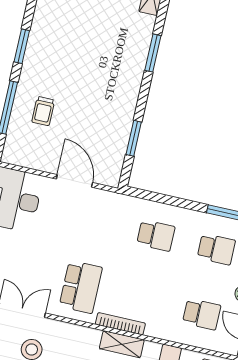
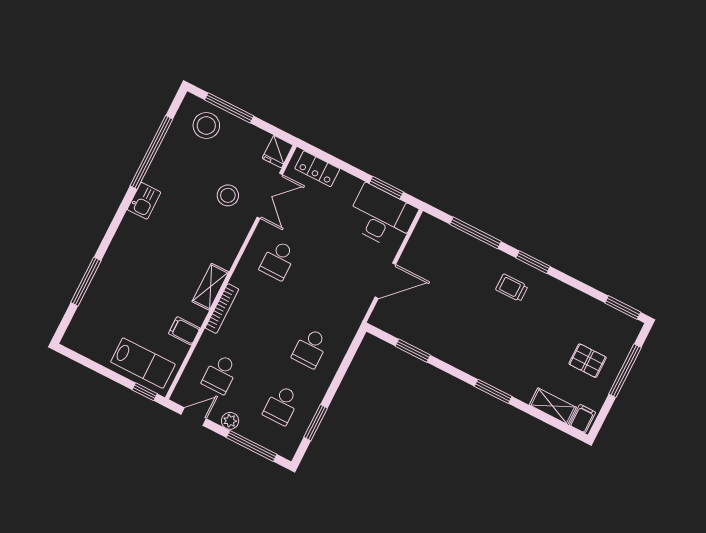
trolley: (43, 111) -> (512, 288), moved
school desk: (81, 287) -> (278, 260), width x0.54
bookcase: (120, 324) -> (222, 309), moved

